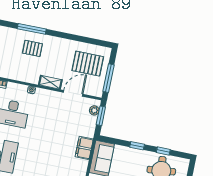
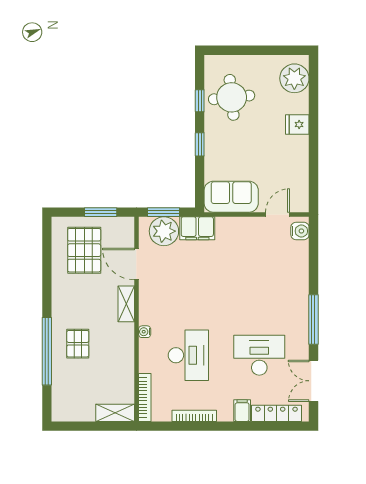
window: (32, 29) -> (47, 351), width x1.46
window: (108, 78) -> (101, 212), width x0.69
plant: (94, 110) -> (164, 231), width x1.88, depth x1.88
filing cabinet: (84, 148) -> (197, 228), moved

